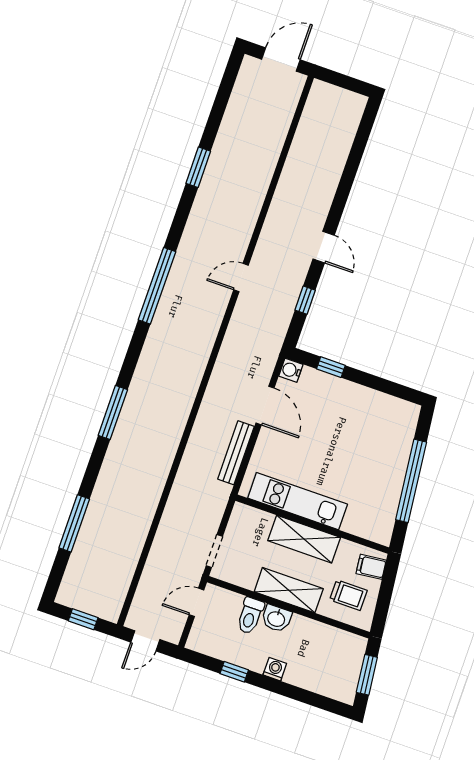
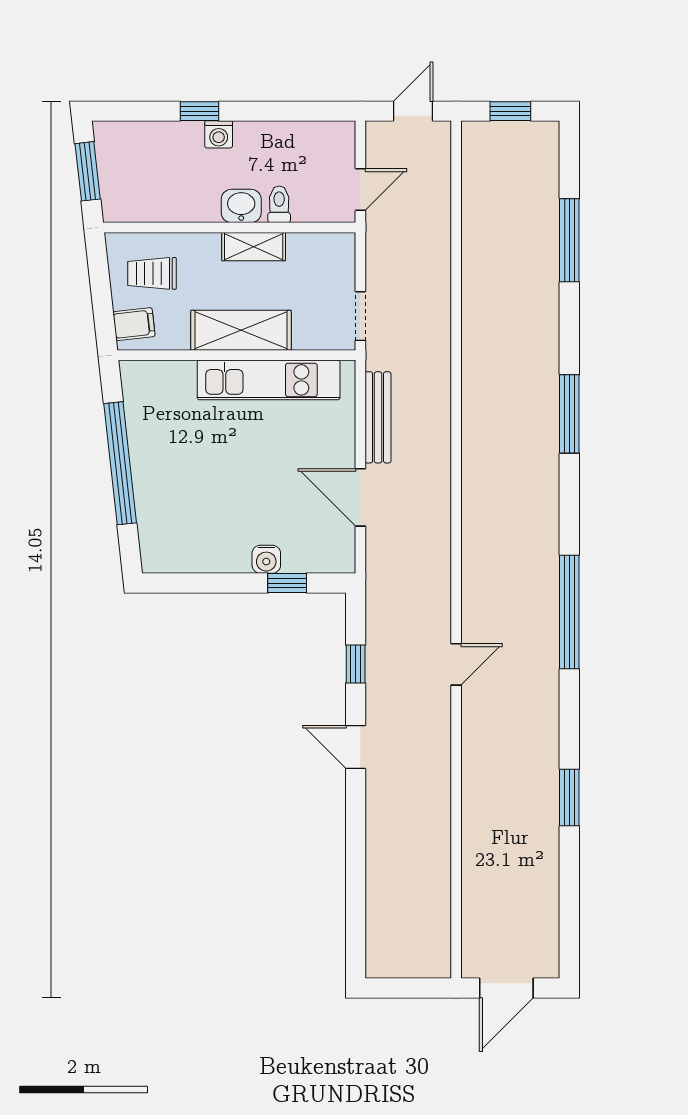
water cooler: (291, 370) -> (266, 559), moved, turned 90
doorway: (214, 551) -> (360, 316), moved
shelving: (289, 590) -> (254, 247), width x0.67, depth x0.75
toilet: (250, 616) -> (279, 204), width x0.73, depth x0.72
window: (234, 672) -> (200, 111), moved

